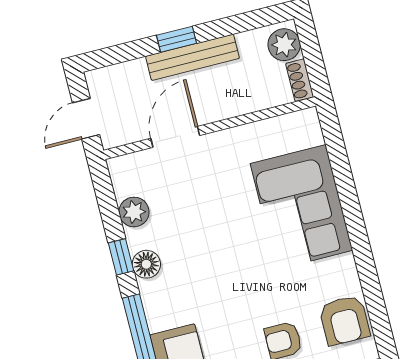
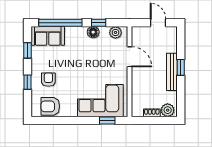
wall: (210, 128) -> (130, 72), moved
door: (175, 137) -> (130, 57), moved
window: (344, 179) -> (107, 120), added

